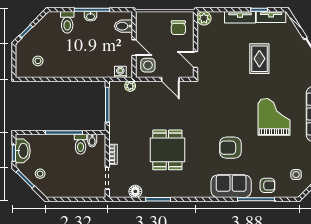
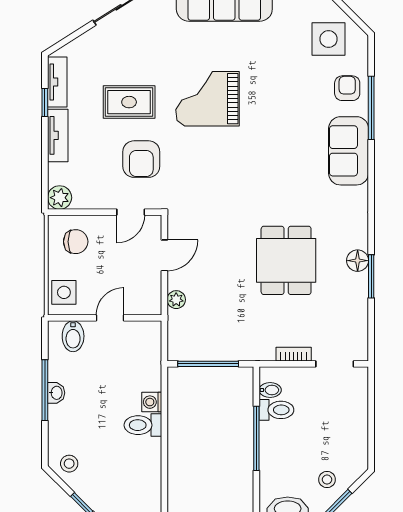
toilet: (67, 22) -> (143, 425), moved, turned 180
stool: (38, 61) -> (69, 464), moved
side table: (148, 65) -> (64, 292), moved
washing machine: (120, 72) -> (152, 402), moved
plant: (130, 86) -> (176, 300), moved
grand piano: (274, 117) -> (207, 99), moved
armchair: (230, 148) -> (141, 159), moved
dining table: (167, 150) -> (286, 260), turned 90
side table: (296, 175) -> (329, 39), width x1.87, depth x1.87
floor lamp: (135, 191) -> (358, 261), moved

